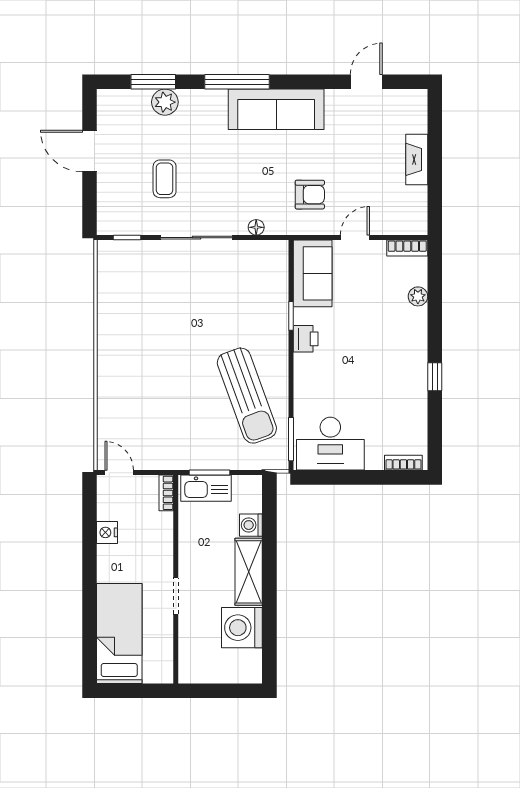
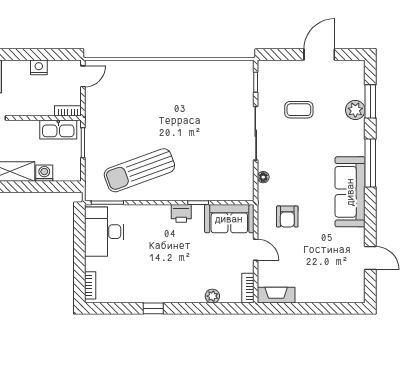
fireplace: (417, 159) -> (276, 295), moved
kitchen sink: (206, 488) -> (58, 130), moved, turned -90

